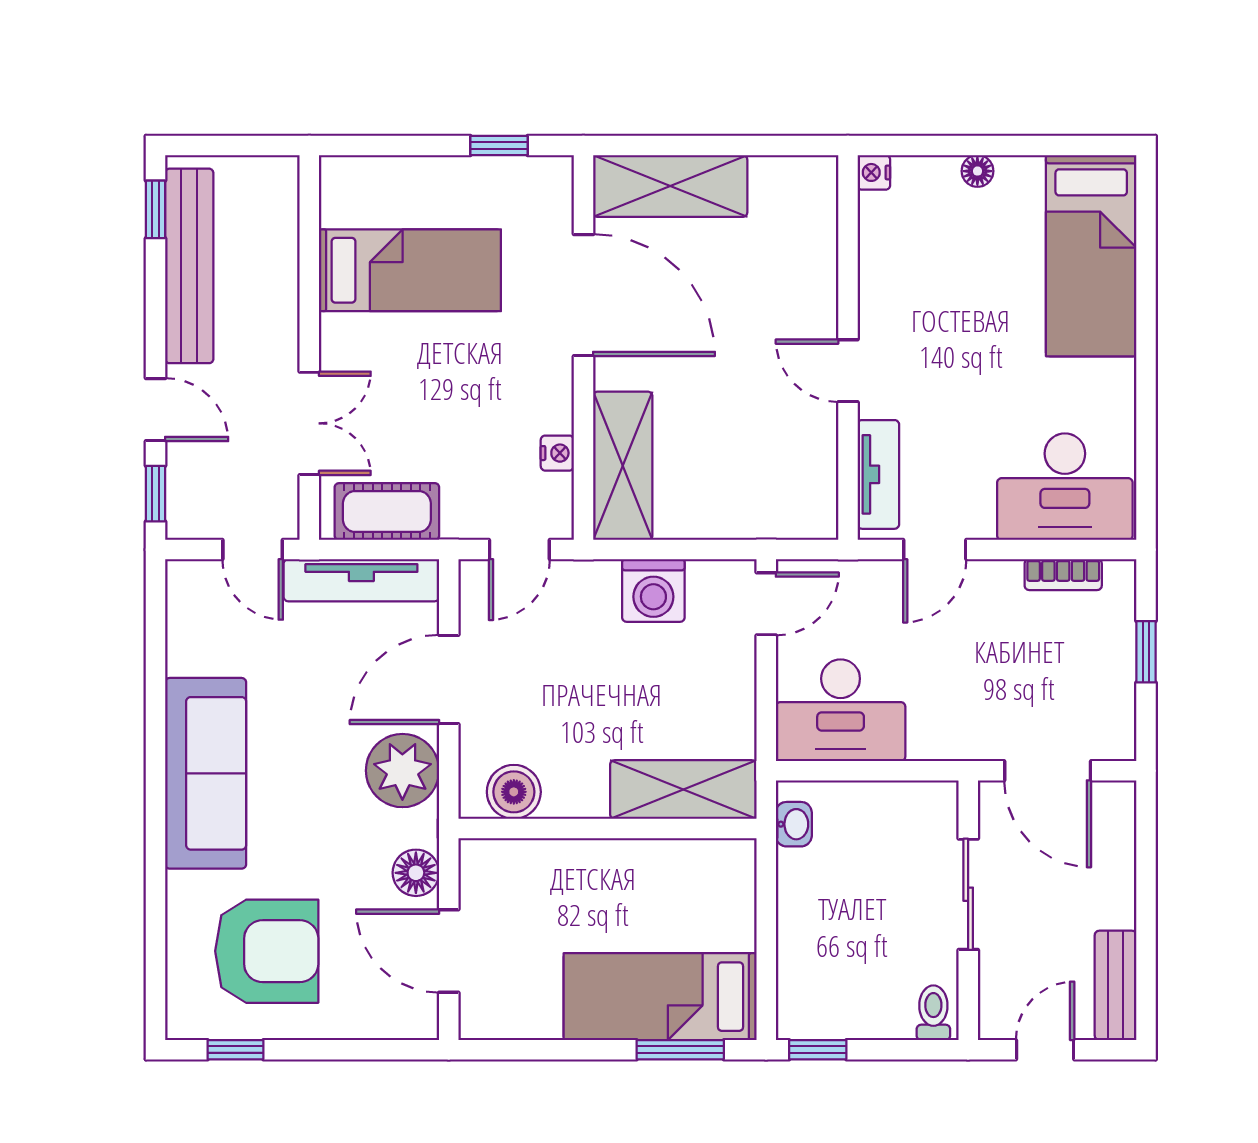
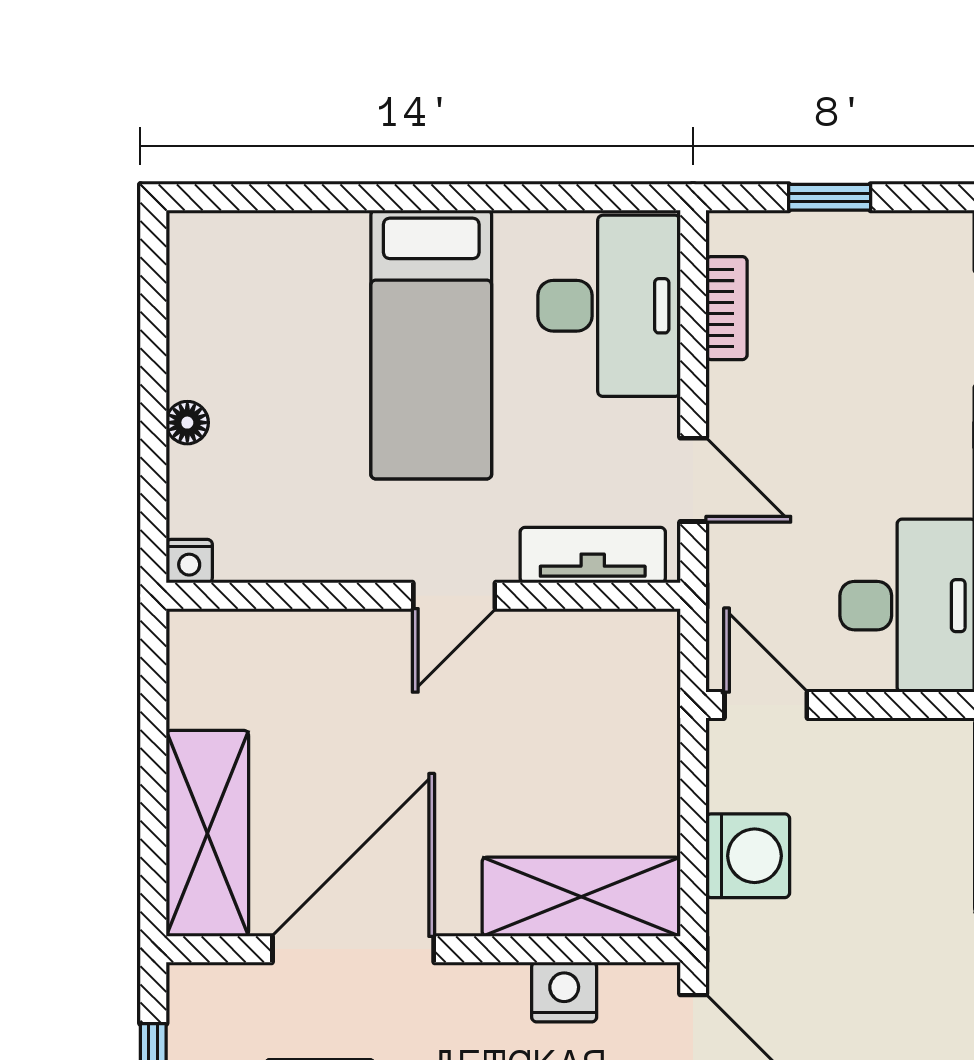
bed: (1091, 256) -> (431, 345), moved, turned 90
nightstand: (557, 453) -> (564, 992), width x1.39, depth x1.35

